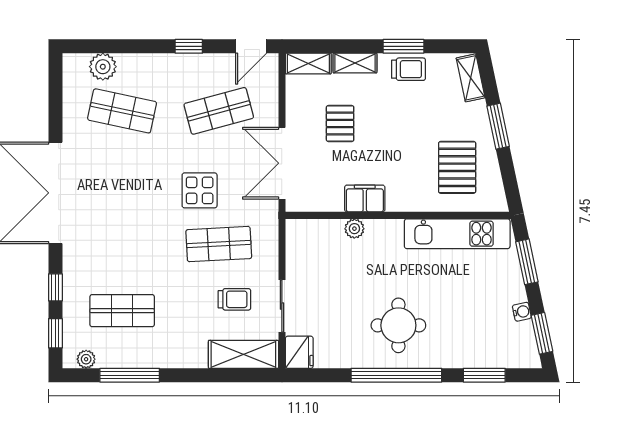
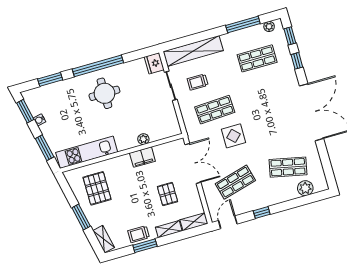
shelving: (243, 354) -> (193, 51), width x1.47

